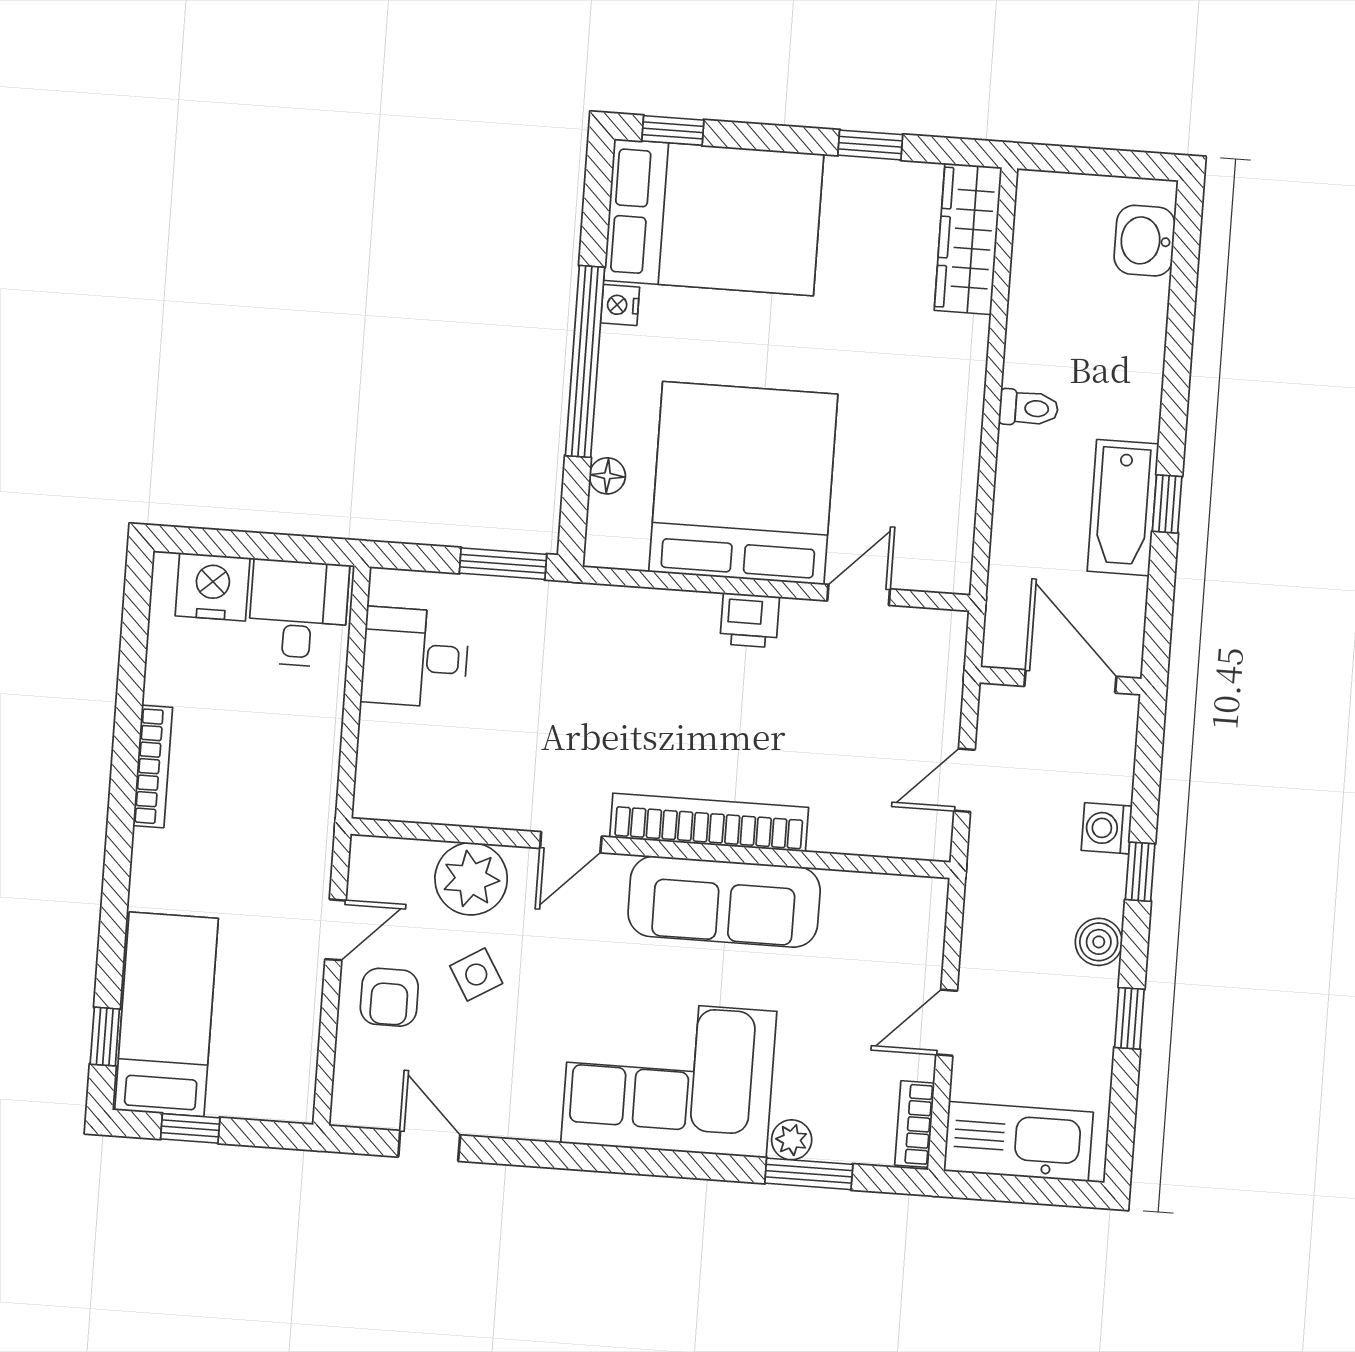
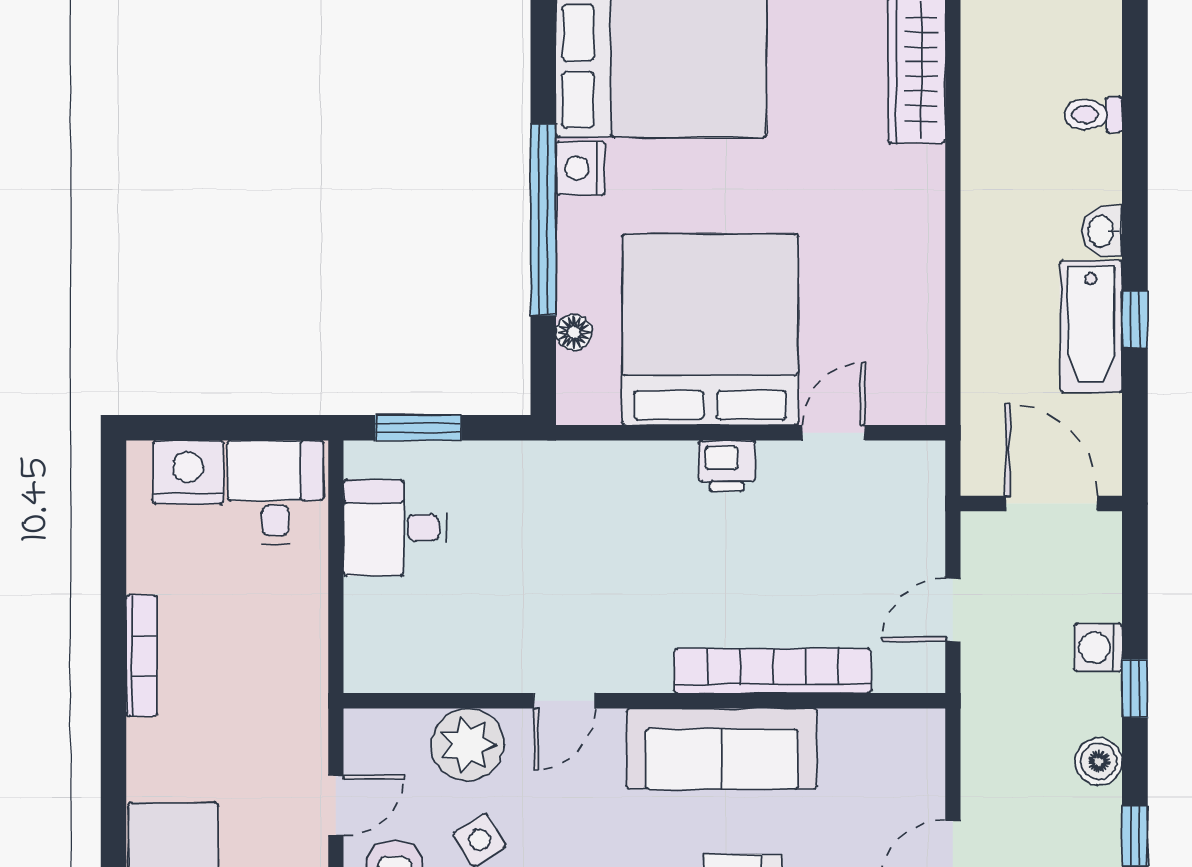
washbasin: (1145, 241) -> (1102, 231), moved, width x0.72, depth x0.69
nightstand: (620, 305) -> (581, 168), width x1.39, depth x1.35
toilet: (1029, 408) -> (1093, 115), moved, turned 180
window: (503, 564) -> (418, 428), moved
bookcase: (709, 822) -> (773, 671), moved

